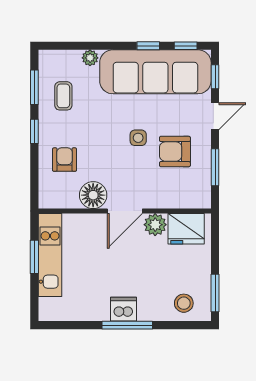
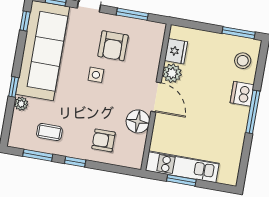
window: (148, 46) -> (14, 87), moved
fridge: (186, 229) -> (176, 51), width x0.73, depth x0.75
dishwasher: (124, 309) -> (242, 94), moved

